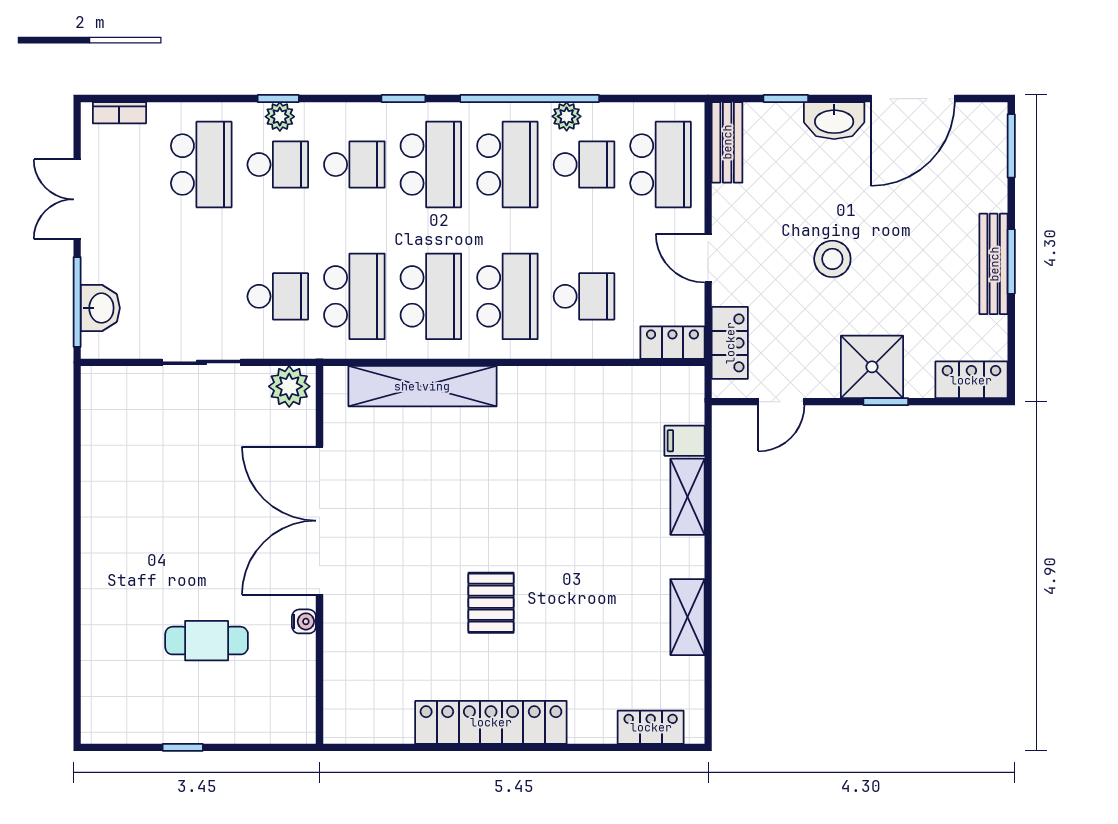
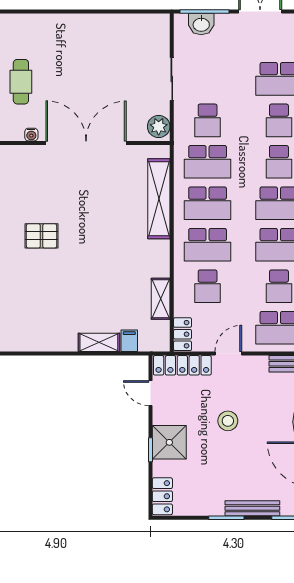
bench: (994, 264) -> (252, 508), moved
locker: (730, 343) -> (182, 365), width x1.53
shelving: (687, 617) -> (161, 299), moved, turned 90

